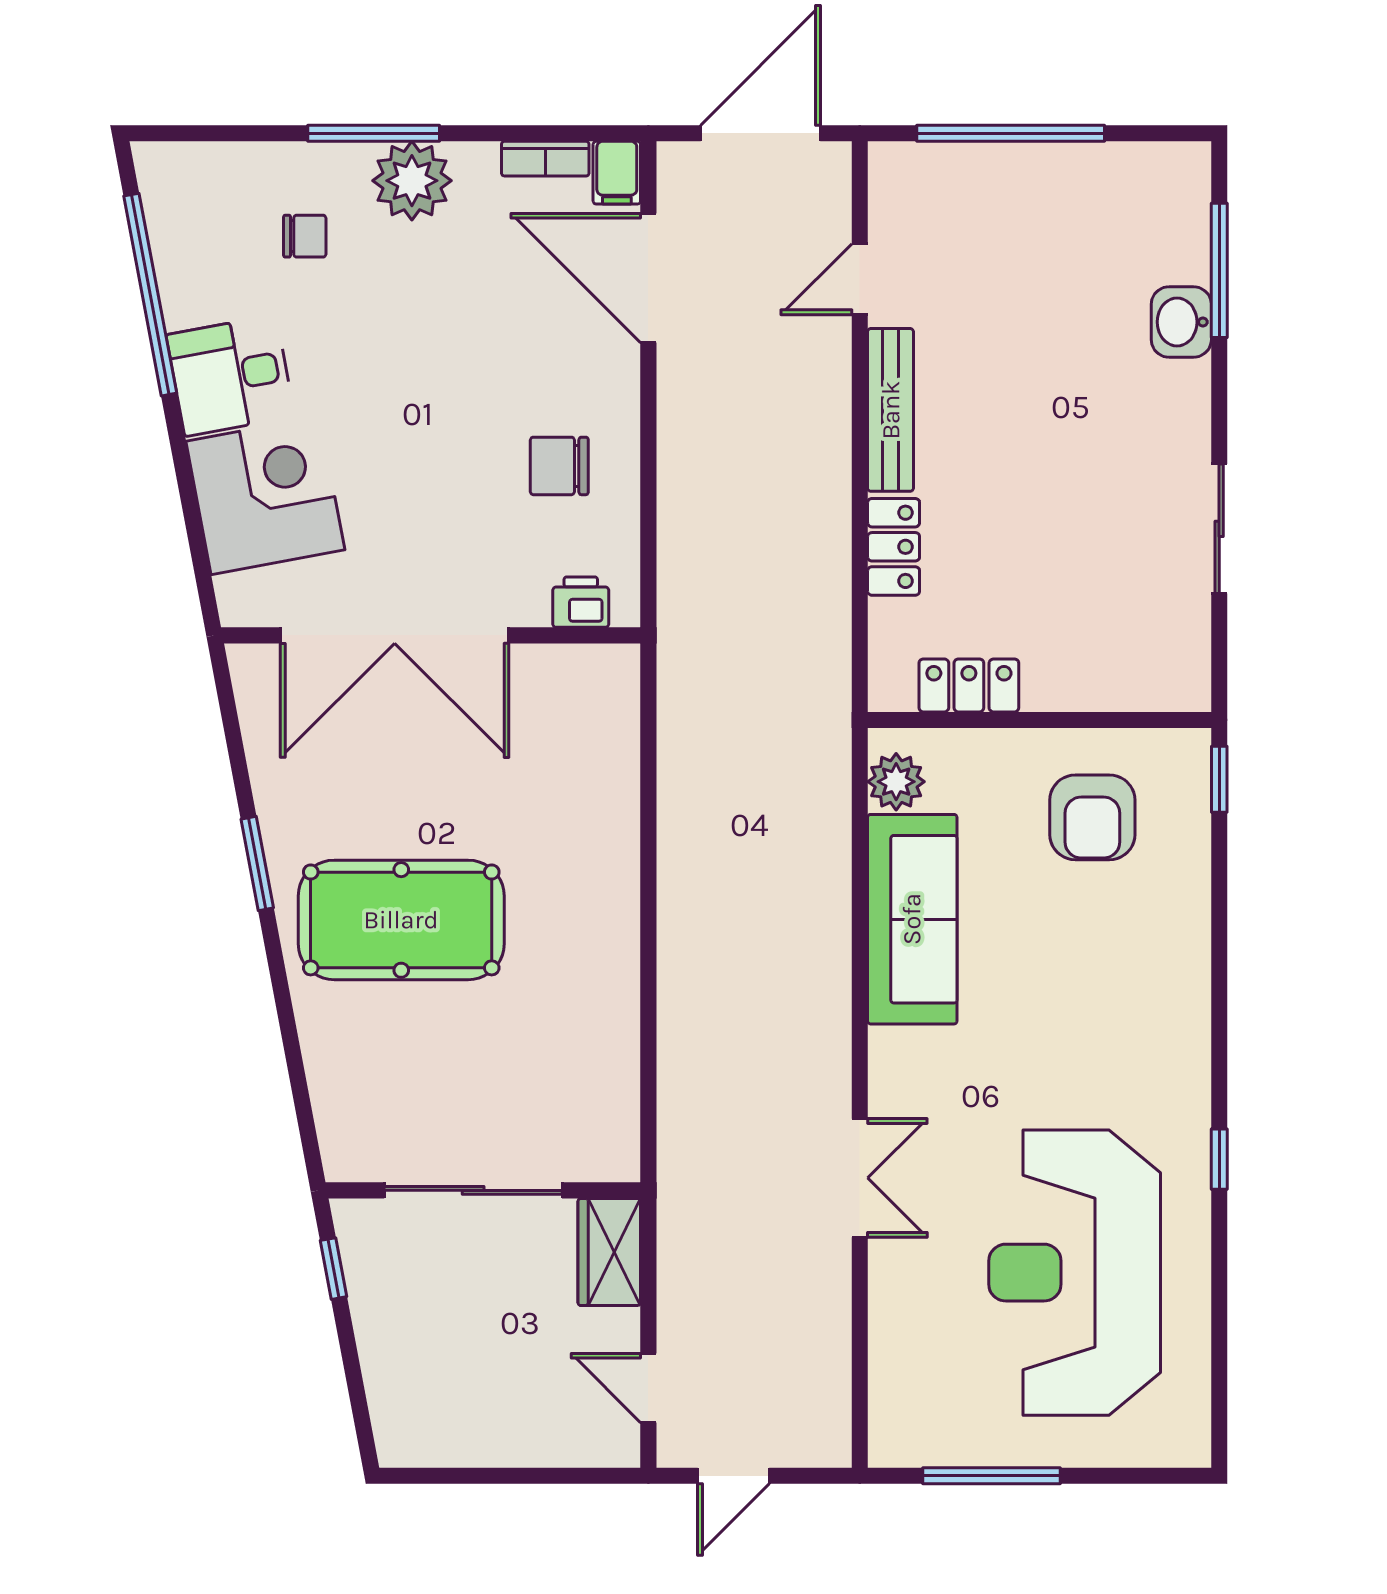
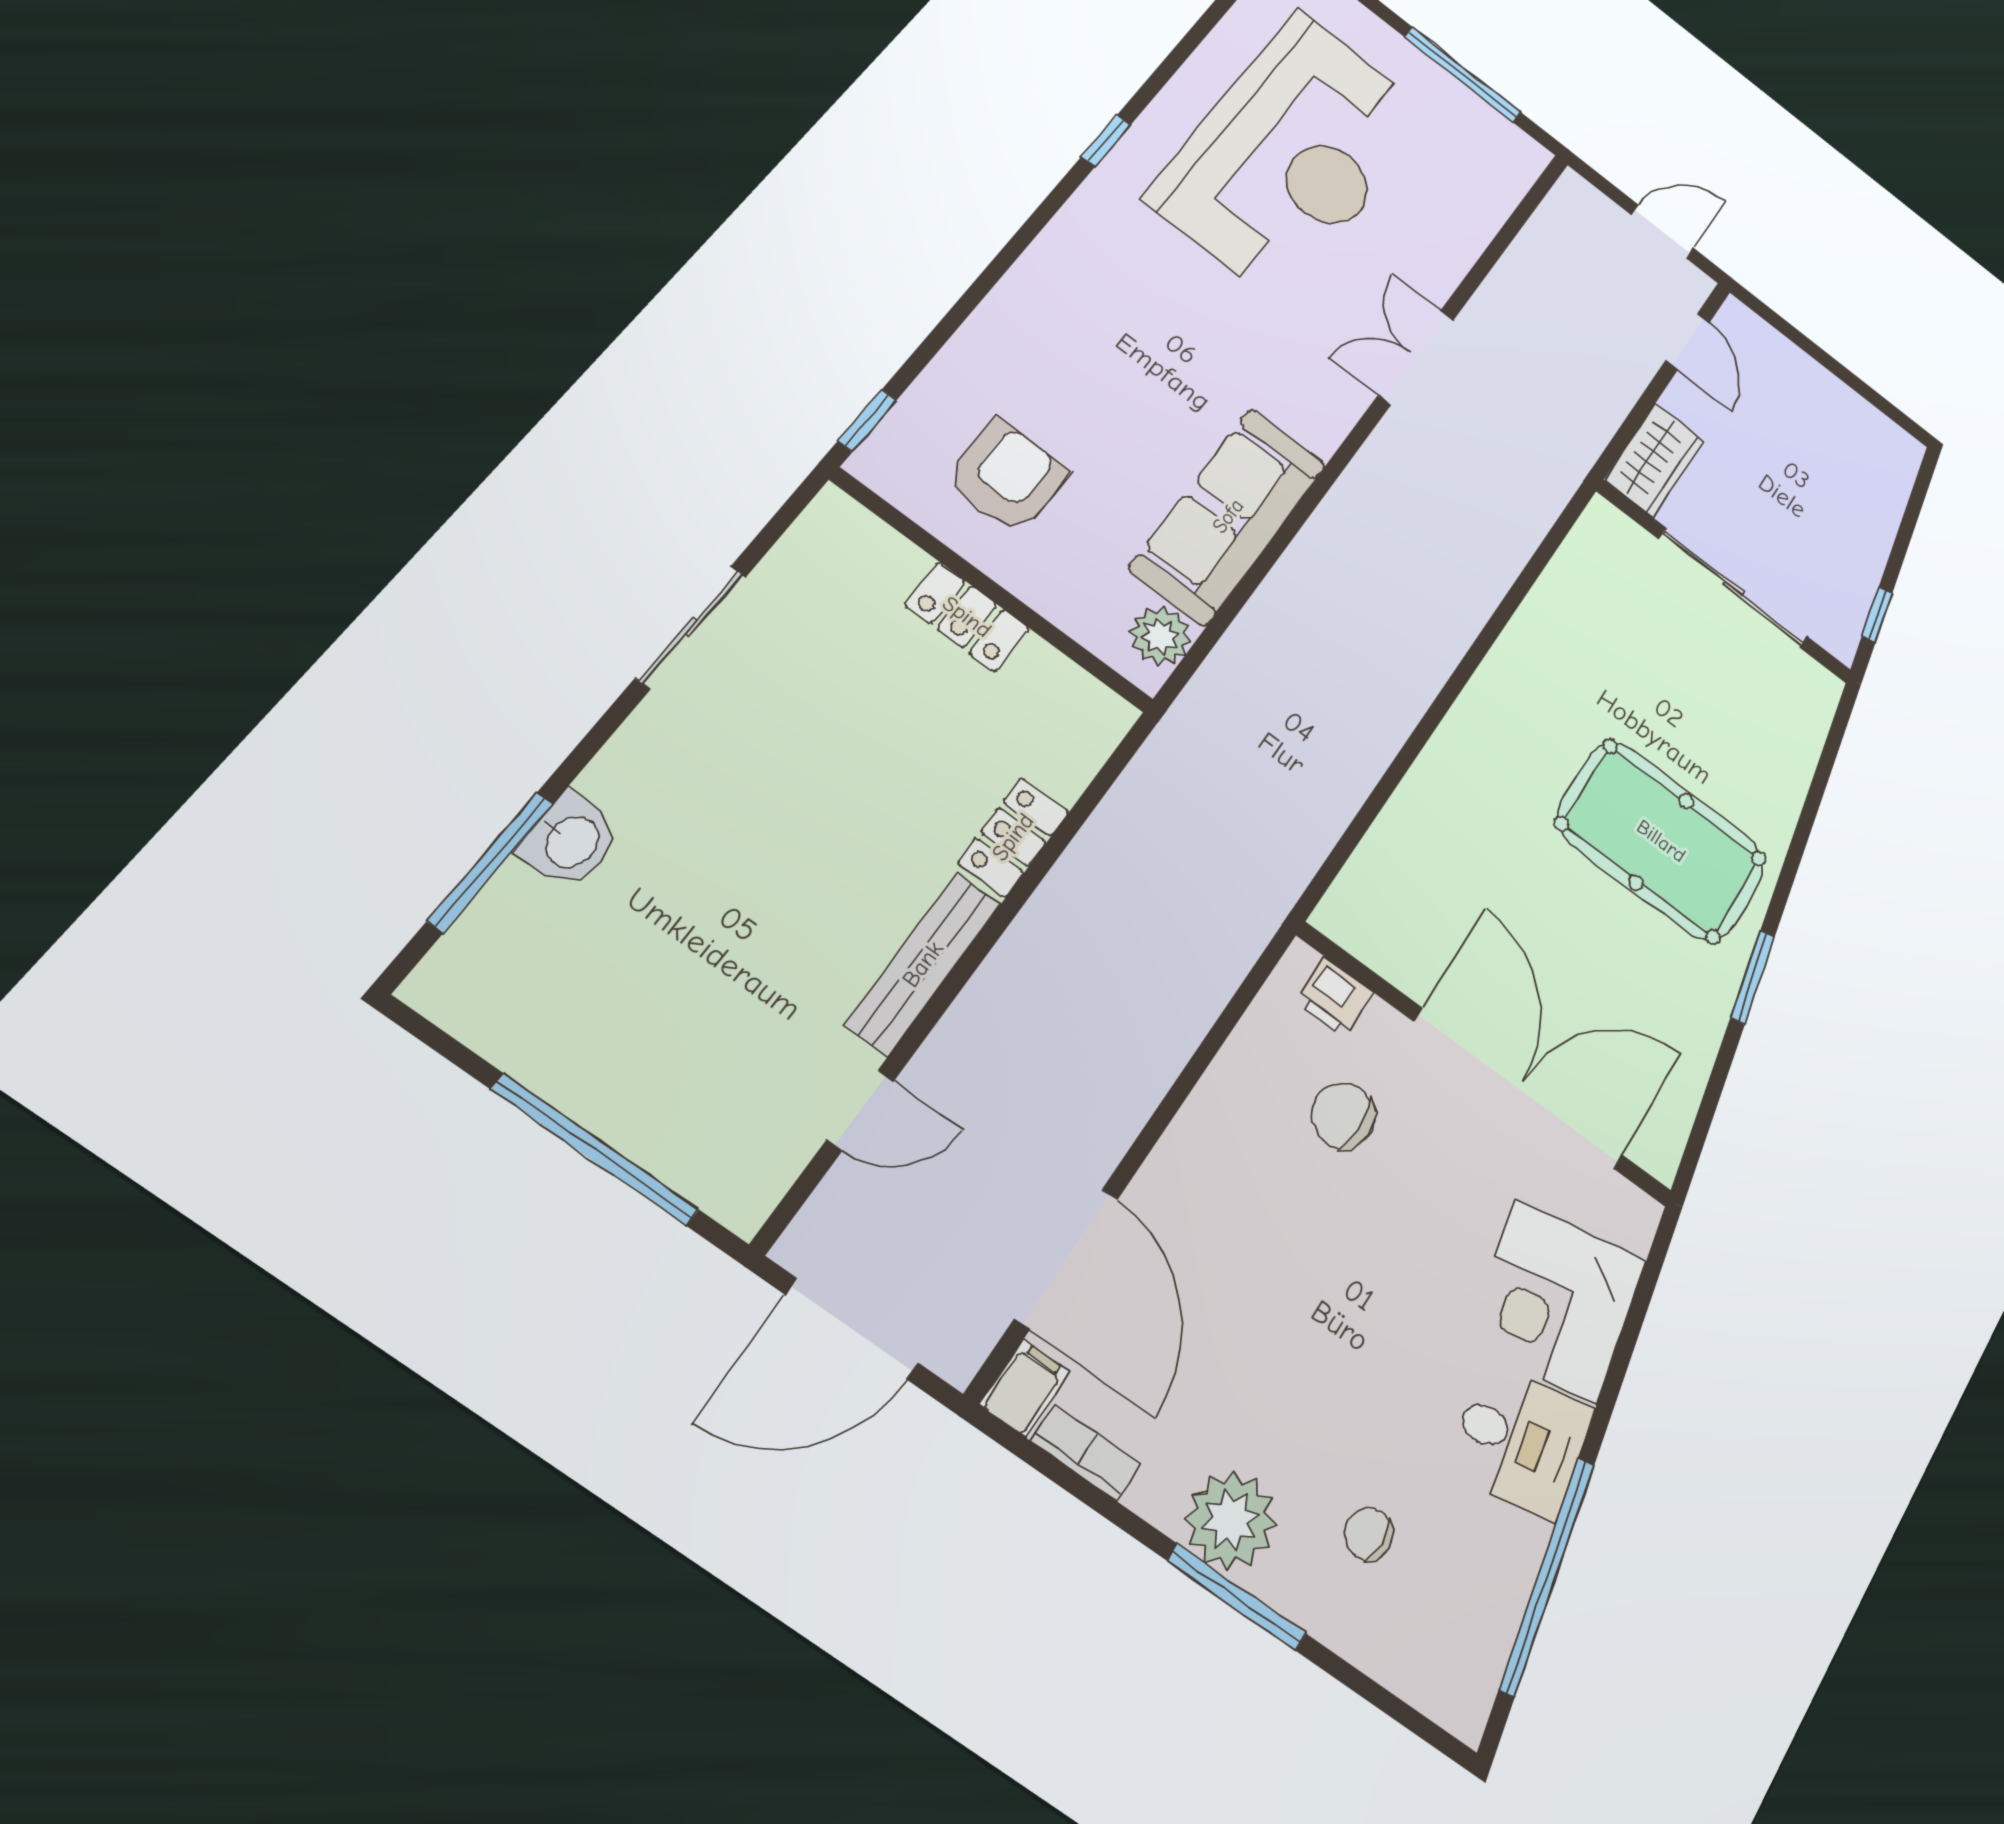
chair: (559, 466) -> (1343, 1116), moved, turned 180
locker: (969, 685) -> (967, 617), moved

